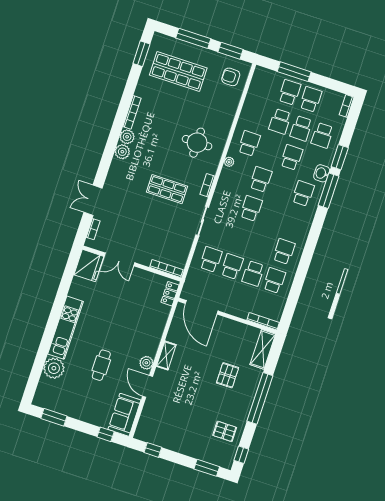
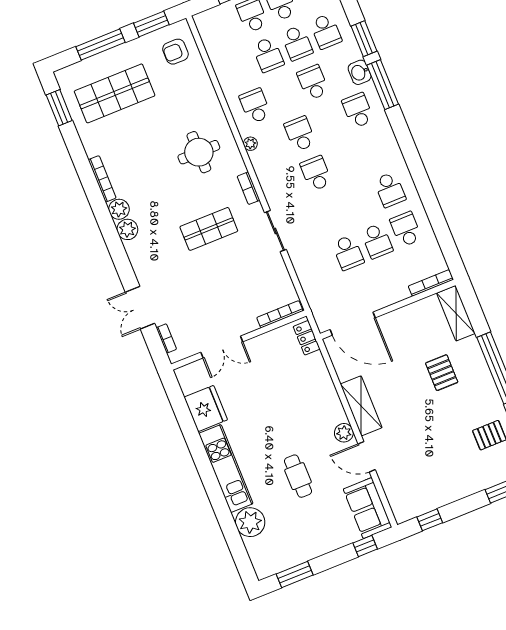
school desk: (284, 251) -> (390, 190), turned 180
school desk: (211, 259) -> (319, 264), removed
fridge: (89, 266) -> (206, 409), moved
school desk: (232, 266) -> (348, 253), turned 180
shelving: (166, 355) -> (361, 406), width x1.50, depth x1.33

